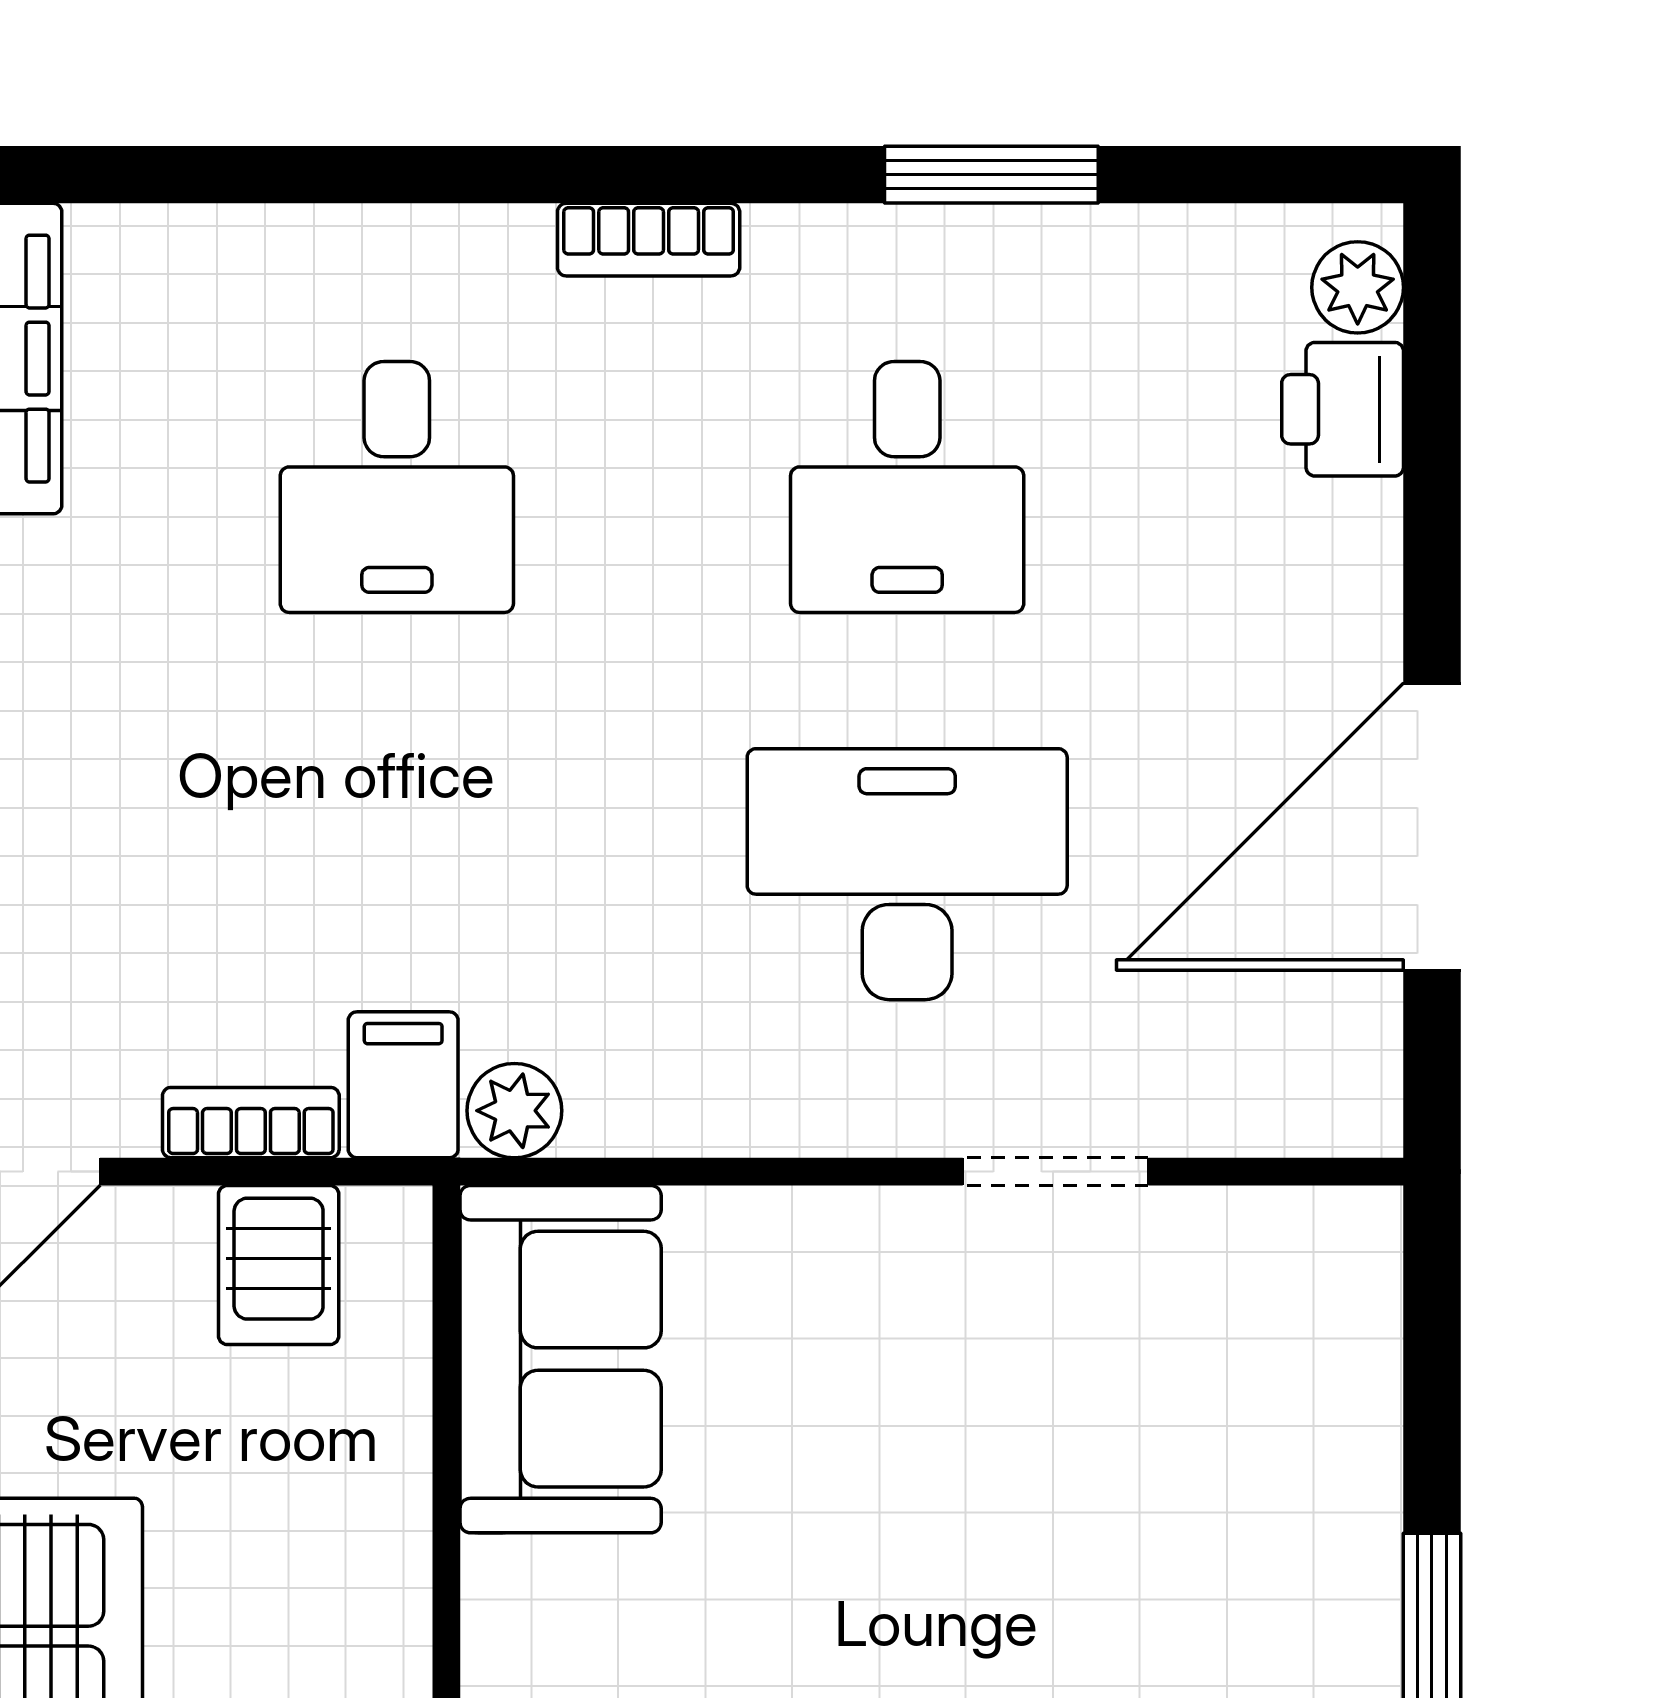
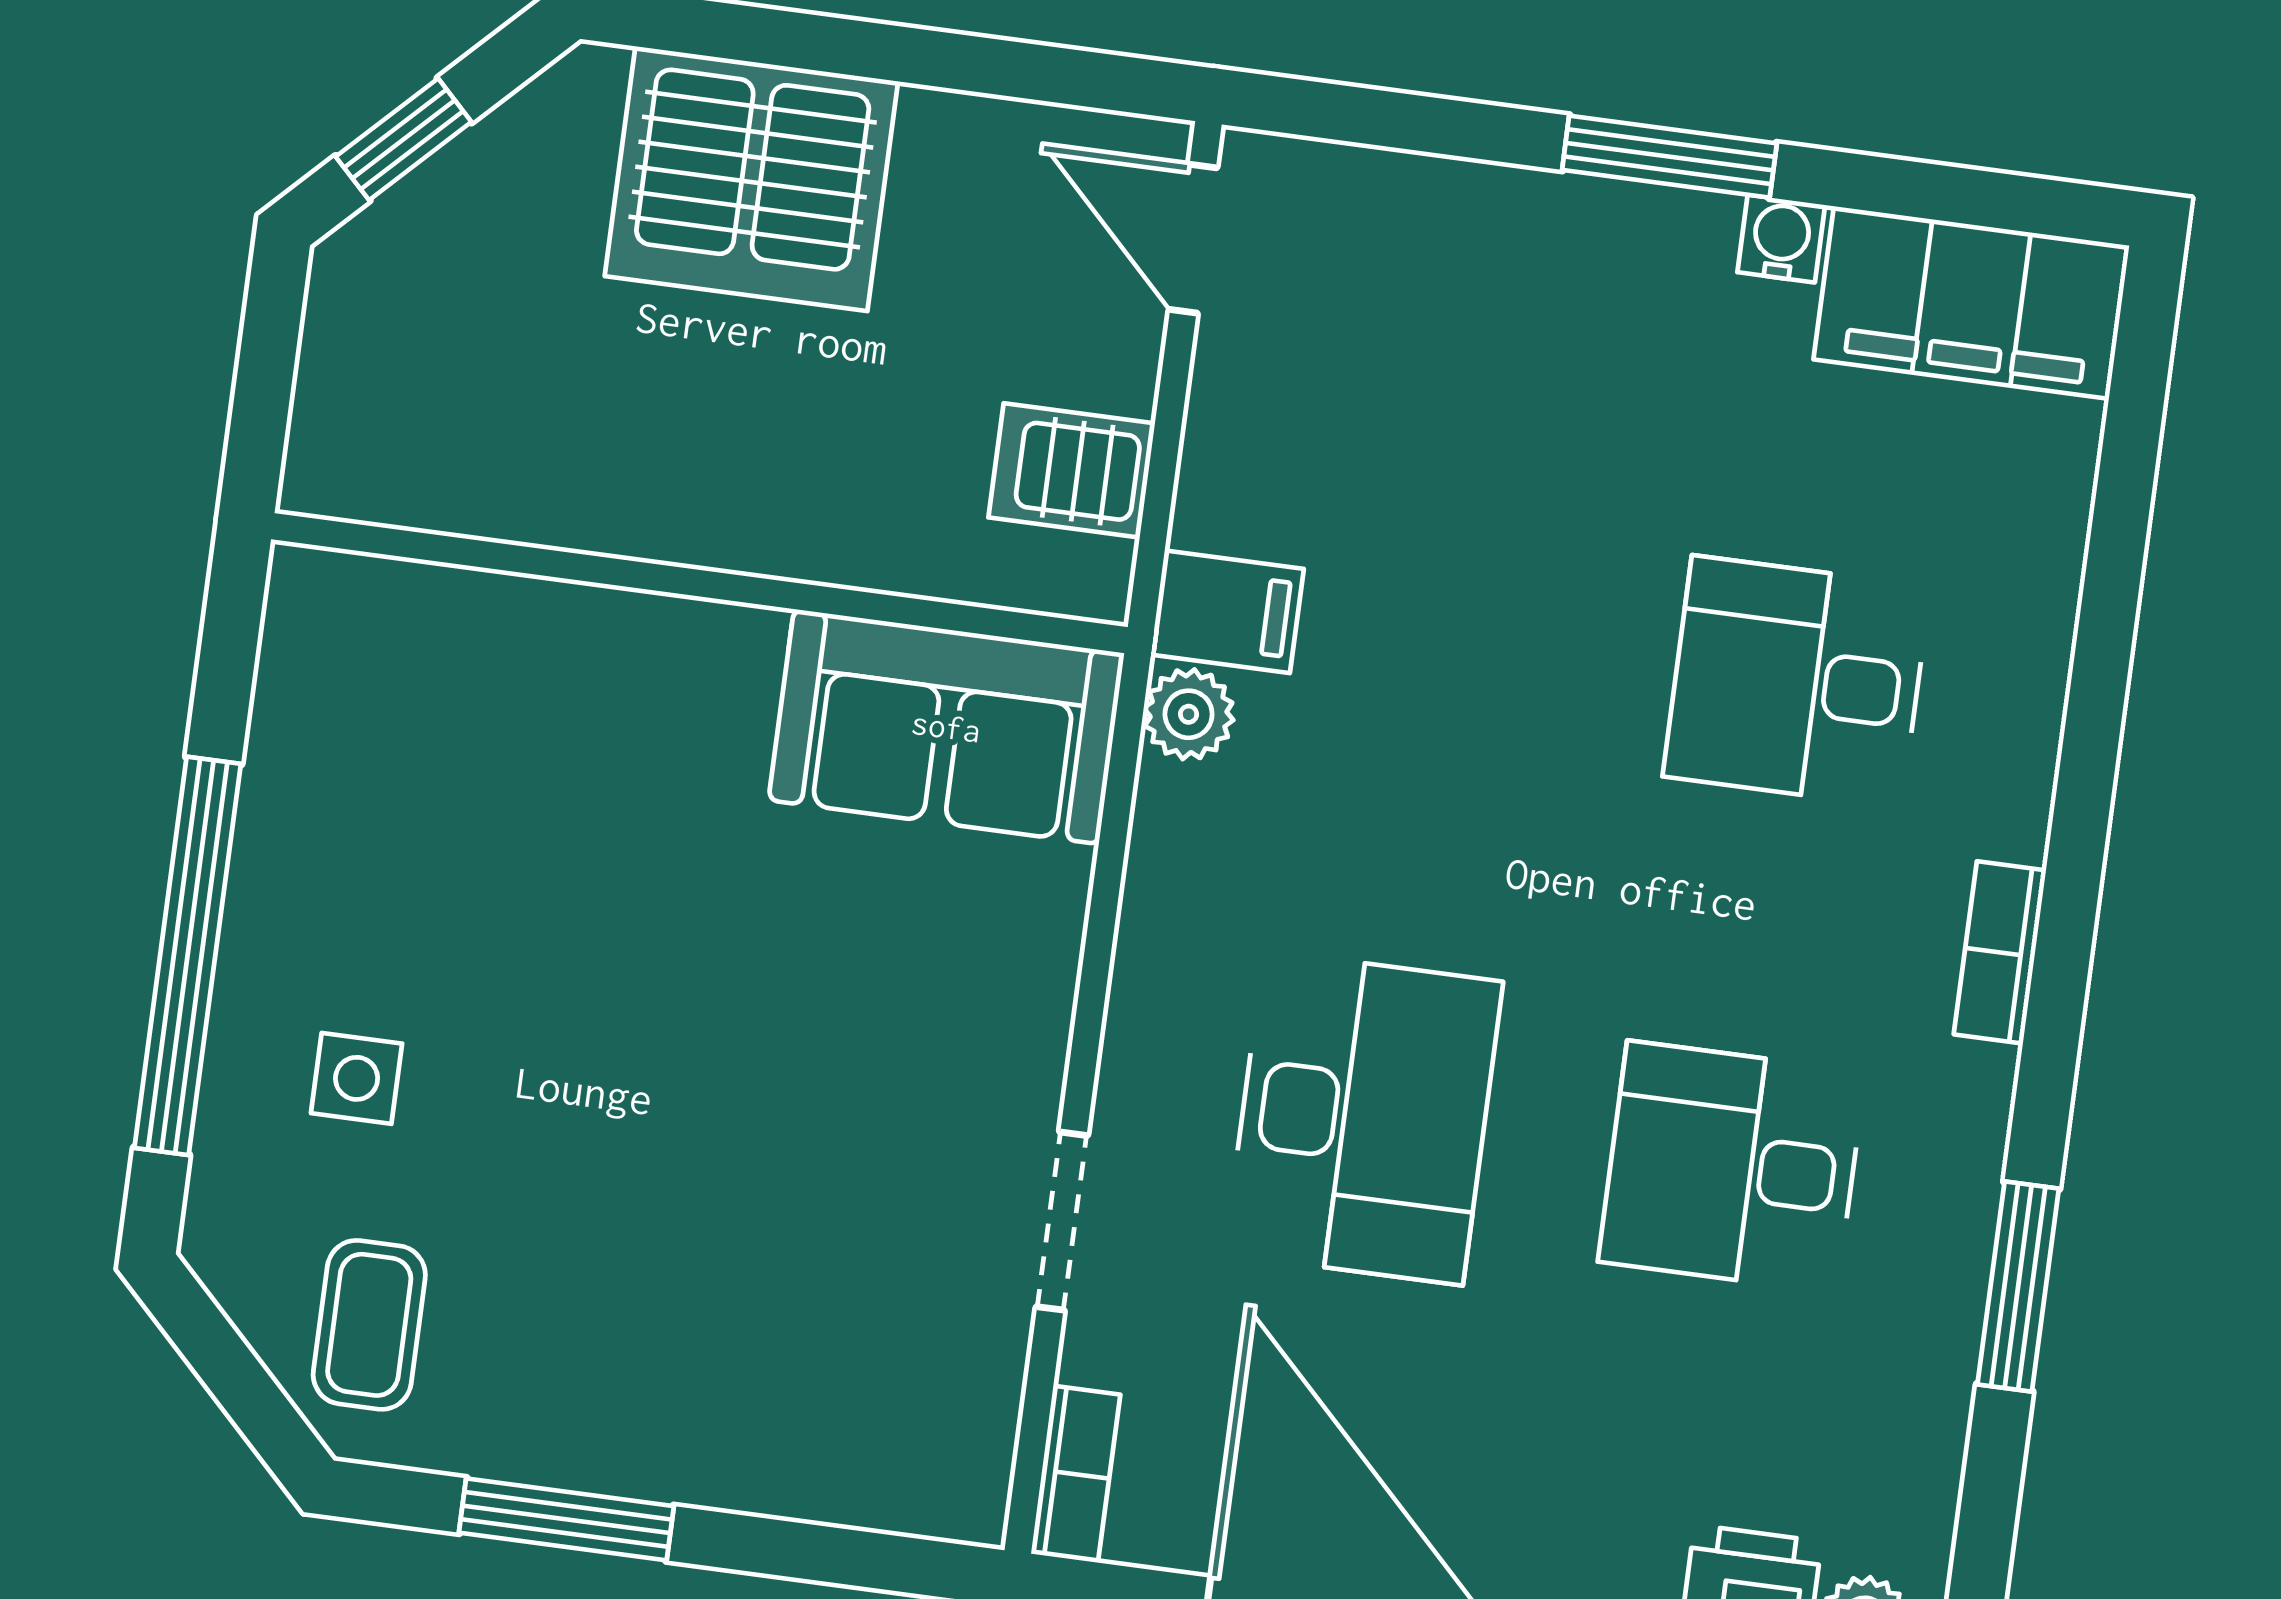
bookcase: (251, 1123) -> (1076, 1474), moved

